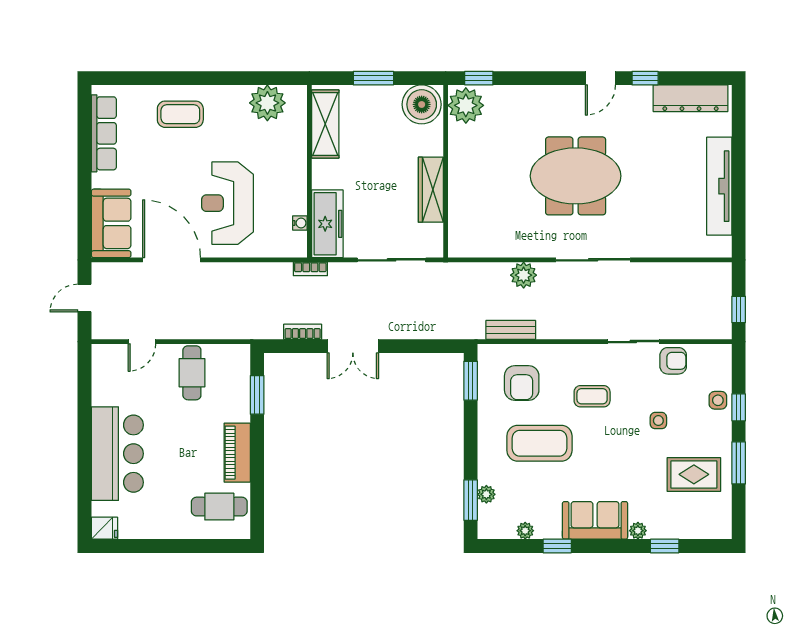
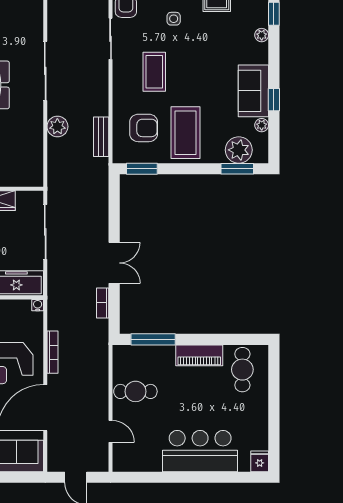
water cooler: (300, 223) -> (38, 305), moved
bookcase: (310, 269) -> (52, 352), moved, width x1.56
window: (257, 395) -> (153, 339), width x1.44
coffee table: (592, 396) -> (154, 72), width x1.36, depth x1.30
coffee table: (539, 443) -> (185, 133), moved
plant: (486, 494) -> (239, 150), width x1.87, depth x1.87
sofa: (595, 520) -> (253, 91), moved

